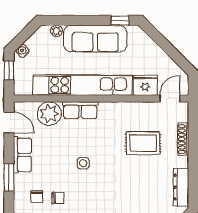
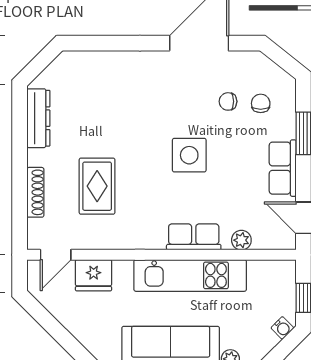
kitchen unit: (83, 85) -> (190, 275), width x0.73
plant: (49, 114) -> (241, 240), width x0.53, depth x0.53
rug: (143, 143) -> (97, 186), turned 90
side table: (83, 163) -> (189, 155), width x1.87, depth x1.87

